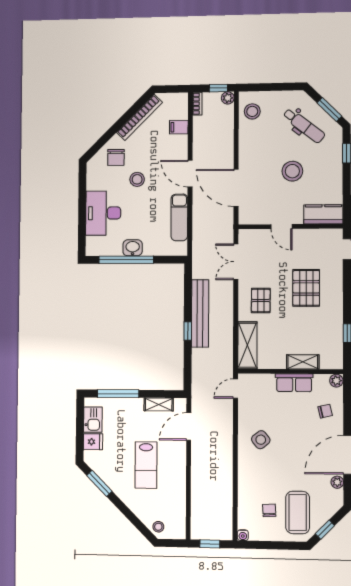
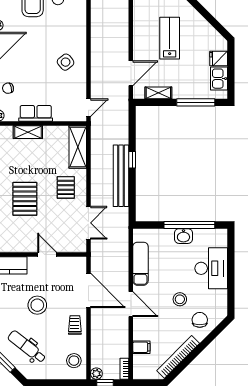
trolley: (251, 150) -> (75, 325), added
window: (99, 483) -> (212, 21), removed

